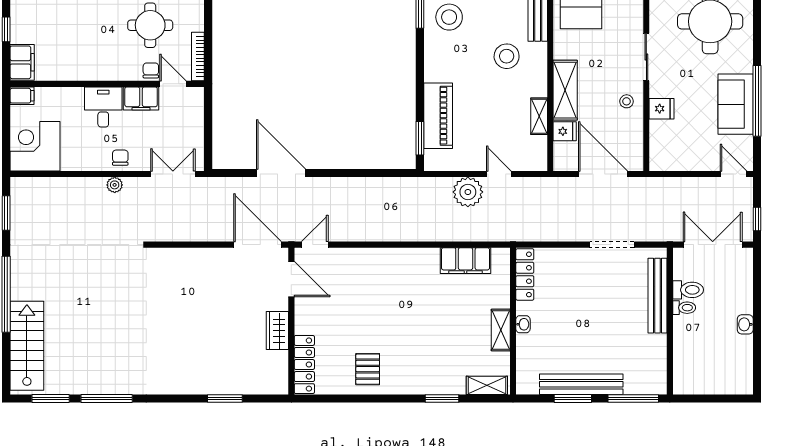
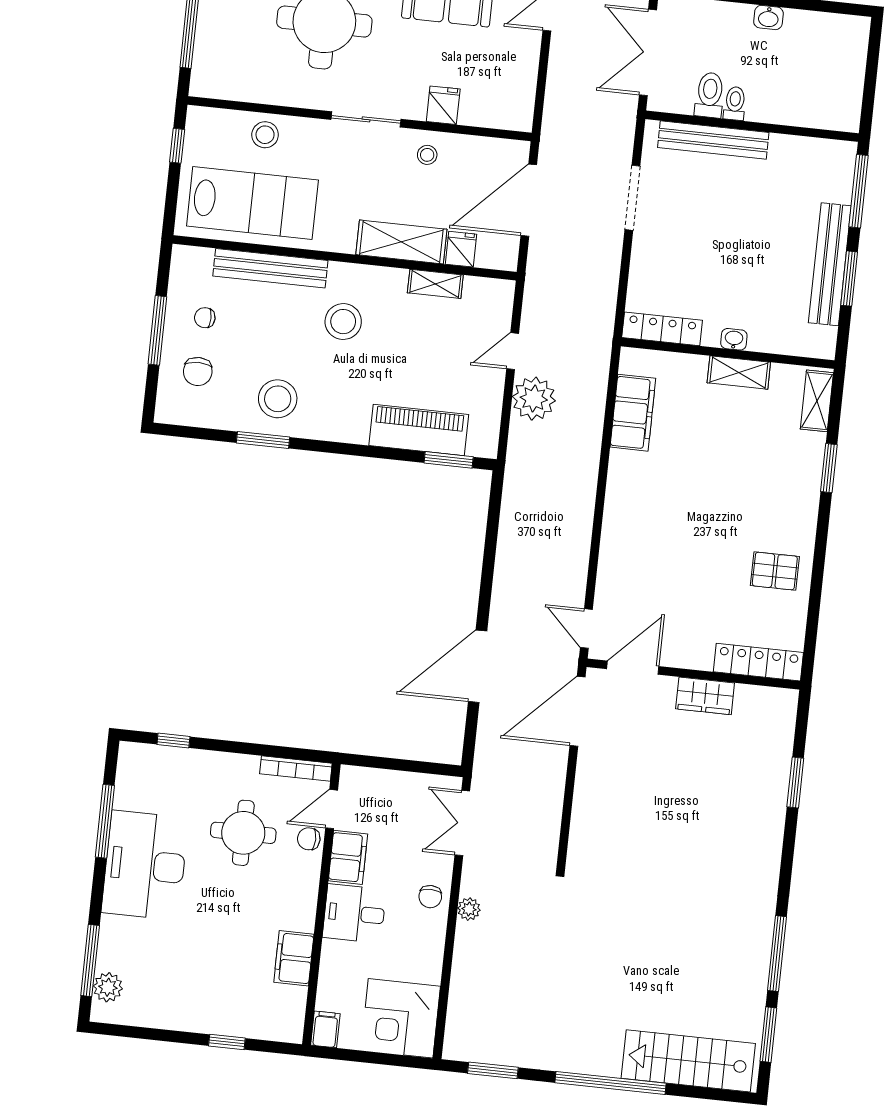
filing cabinet: (22, 62) -> (294, 958), moved, turned -90
chair: (120, 158) -> (430, 897), turned -90

